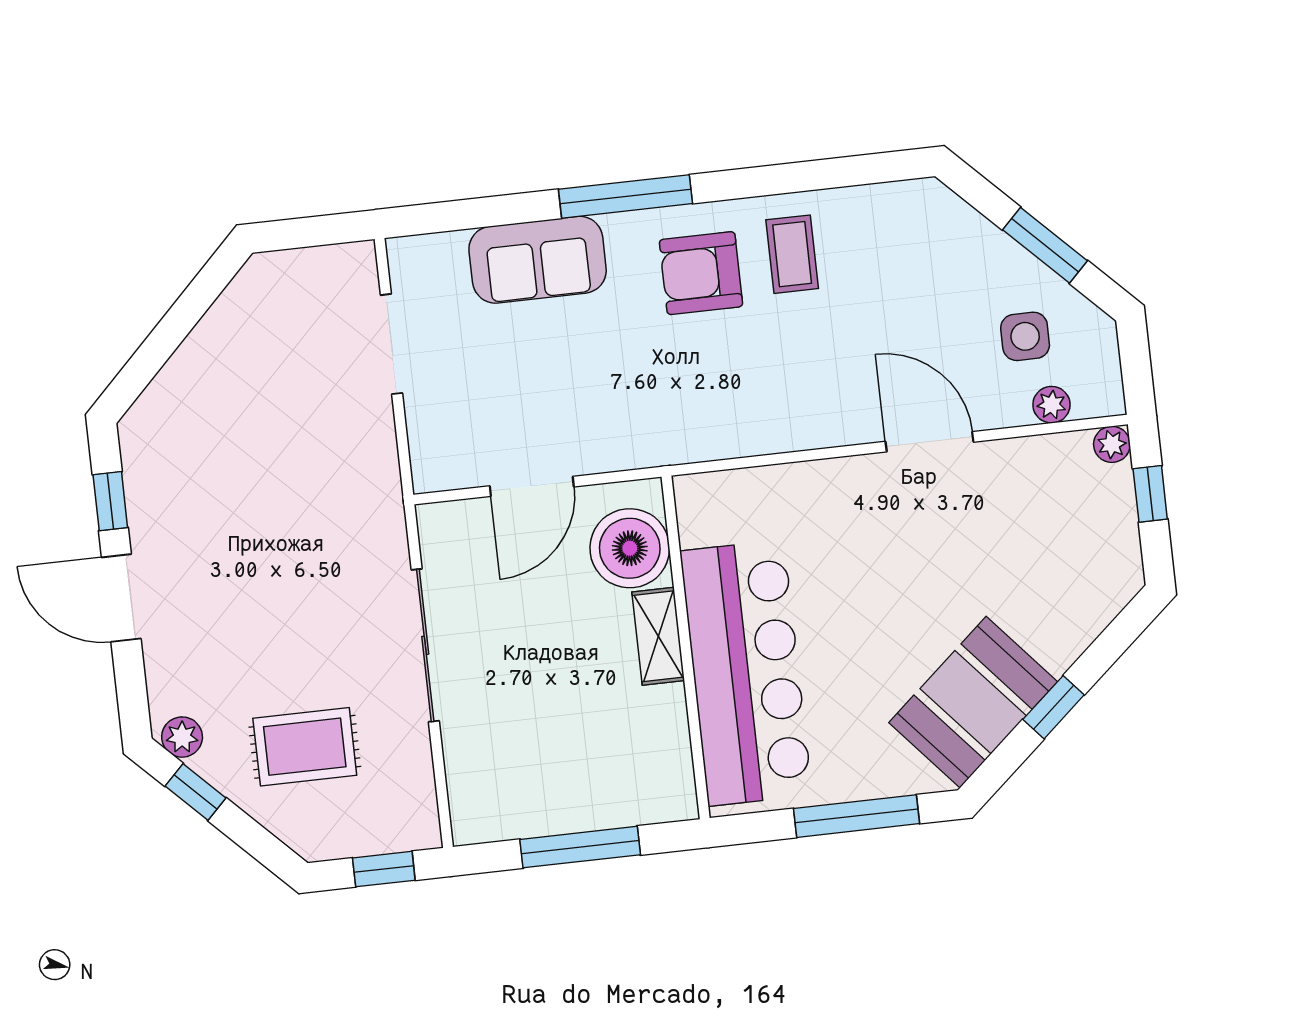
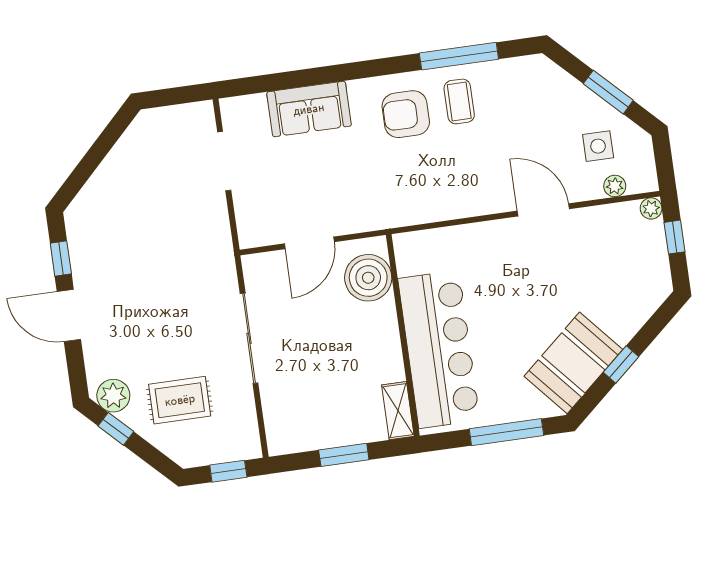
window: (625, 196) -> (459, 56), moved
shelving: (658, 636) -> (398, 411), moved
plant: (182, 737) -> (113, 396), width x1.38, depth x1.38
window: (580, 847) -> (344, 455), width x0.69

